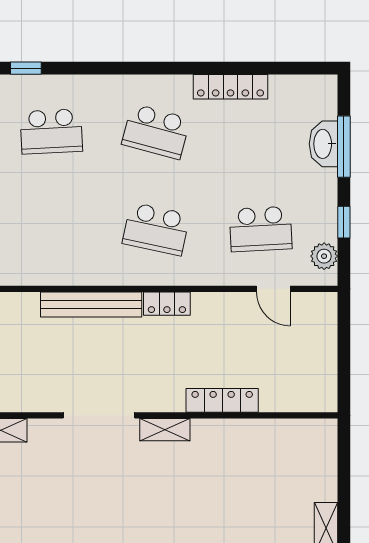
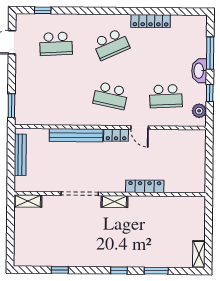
school desk: (156, 131) -> (111, 44), turned -39
washbasin: (324, 144) -> (199, 71), moved
door: (273, 289) -> (140, 128), moved

